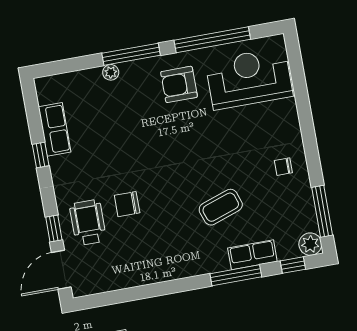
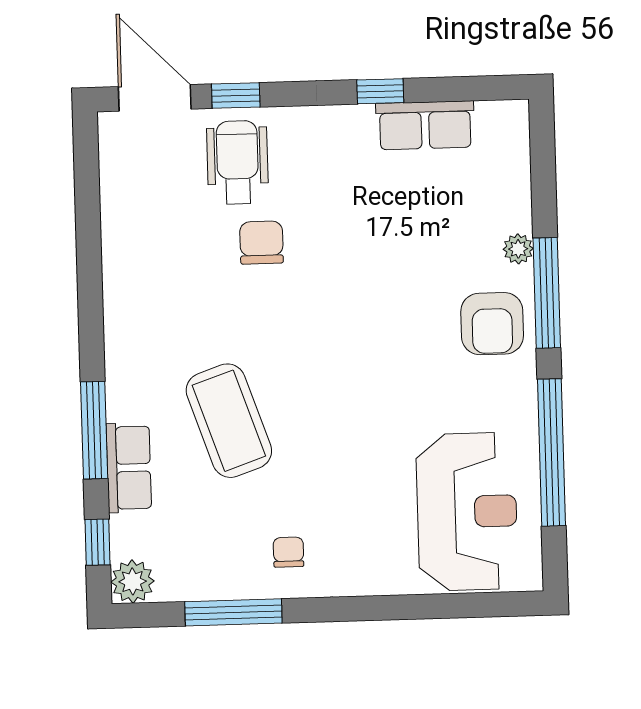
armchair: (179, 84) -> (492, 324), moved, turned 180
coffee table: (221, 207) -> (229, 421), width x1.36, depth x1.32
window: (322, 211) -> (233, 612), moved
wheelchair: (88, 223) -> (237, 162), turned -90

